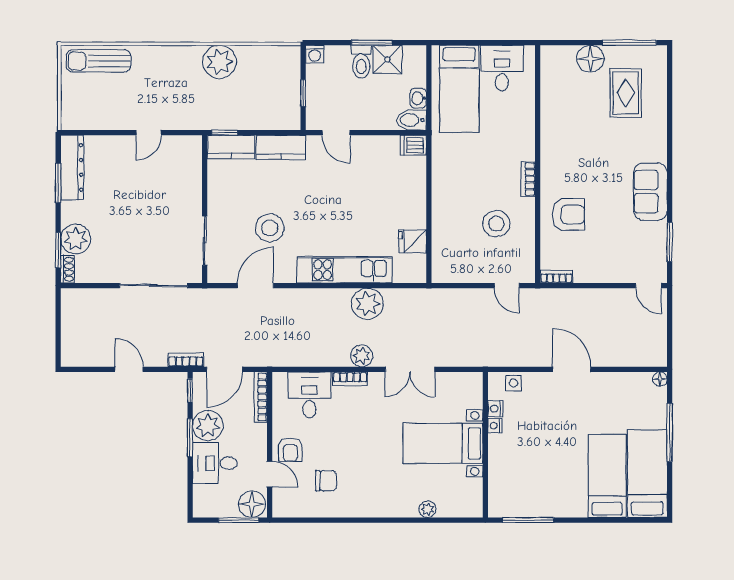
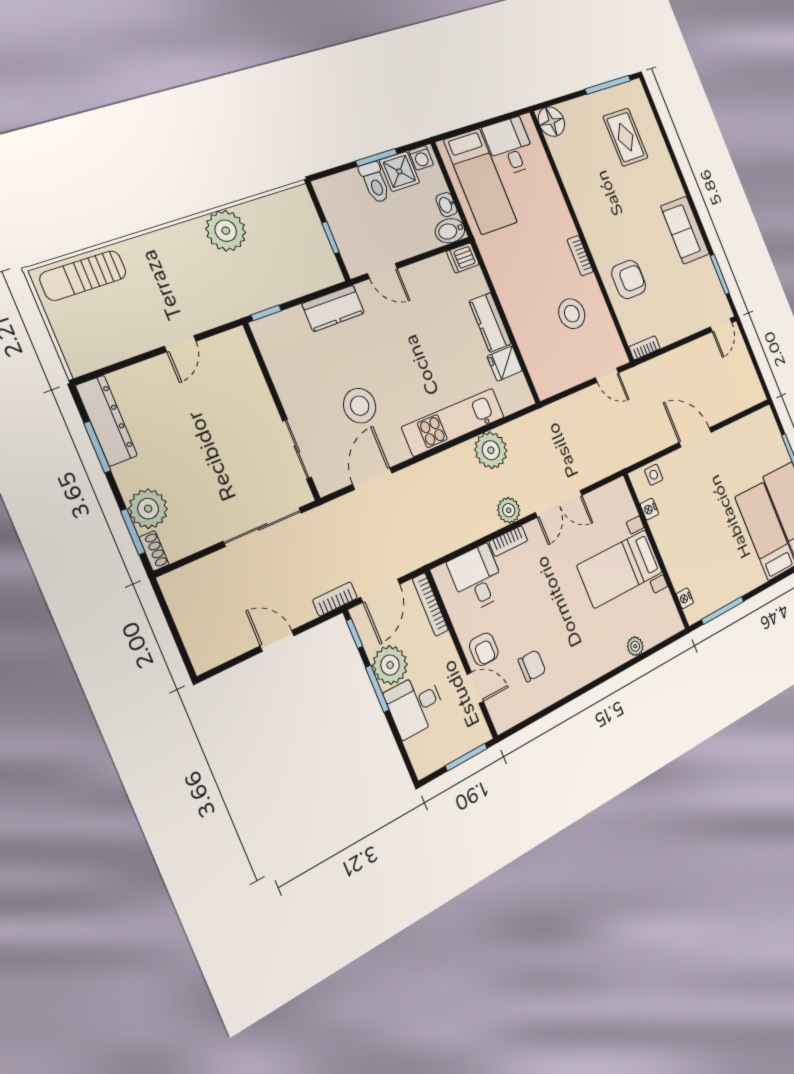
washing machine: (315, 54) -> (421, 158), moved
floor lamp: (590, 59) -> (551, 122), moved
kitchen counter: (231, 147) -> (490, 322), moved, turned 90
door: (649, 286) -> (721, 325), hinge flipped
floor lamp: (660, 379) -> (767, 414), removed
nightstand: (495, 426) -> (685, 598), moved
floor lamp: (252, 504) -> (472, 732), removed

